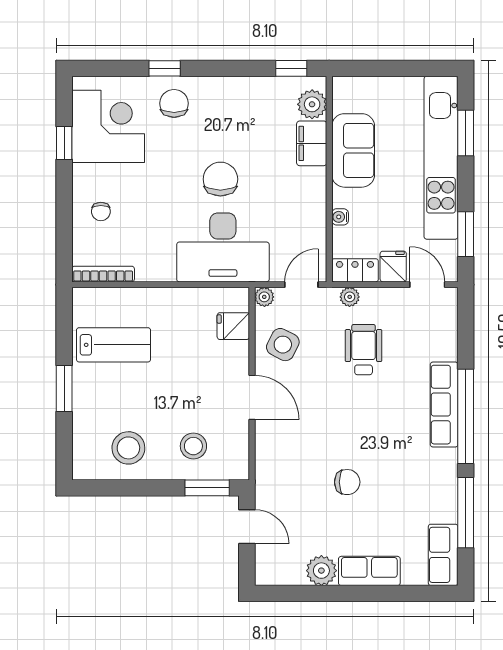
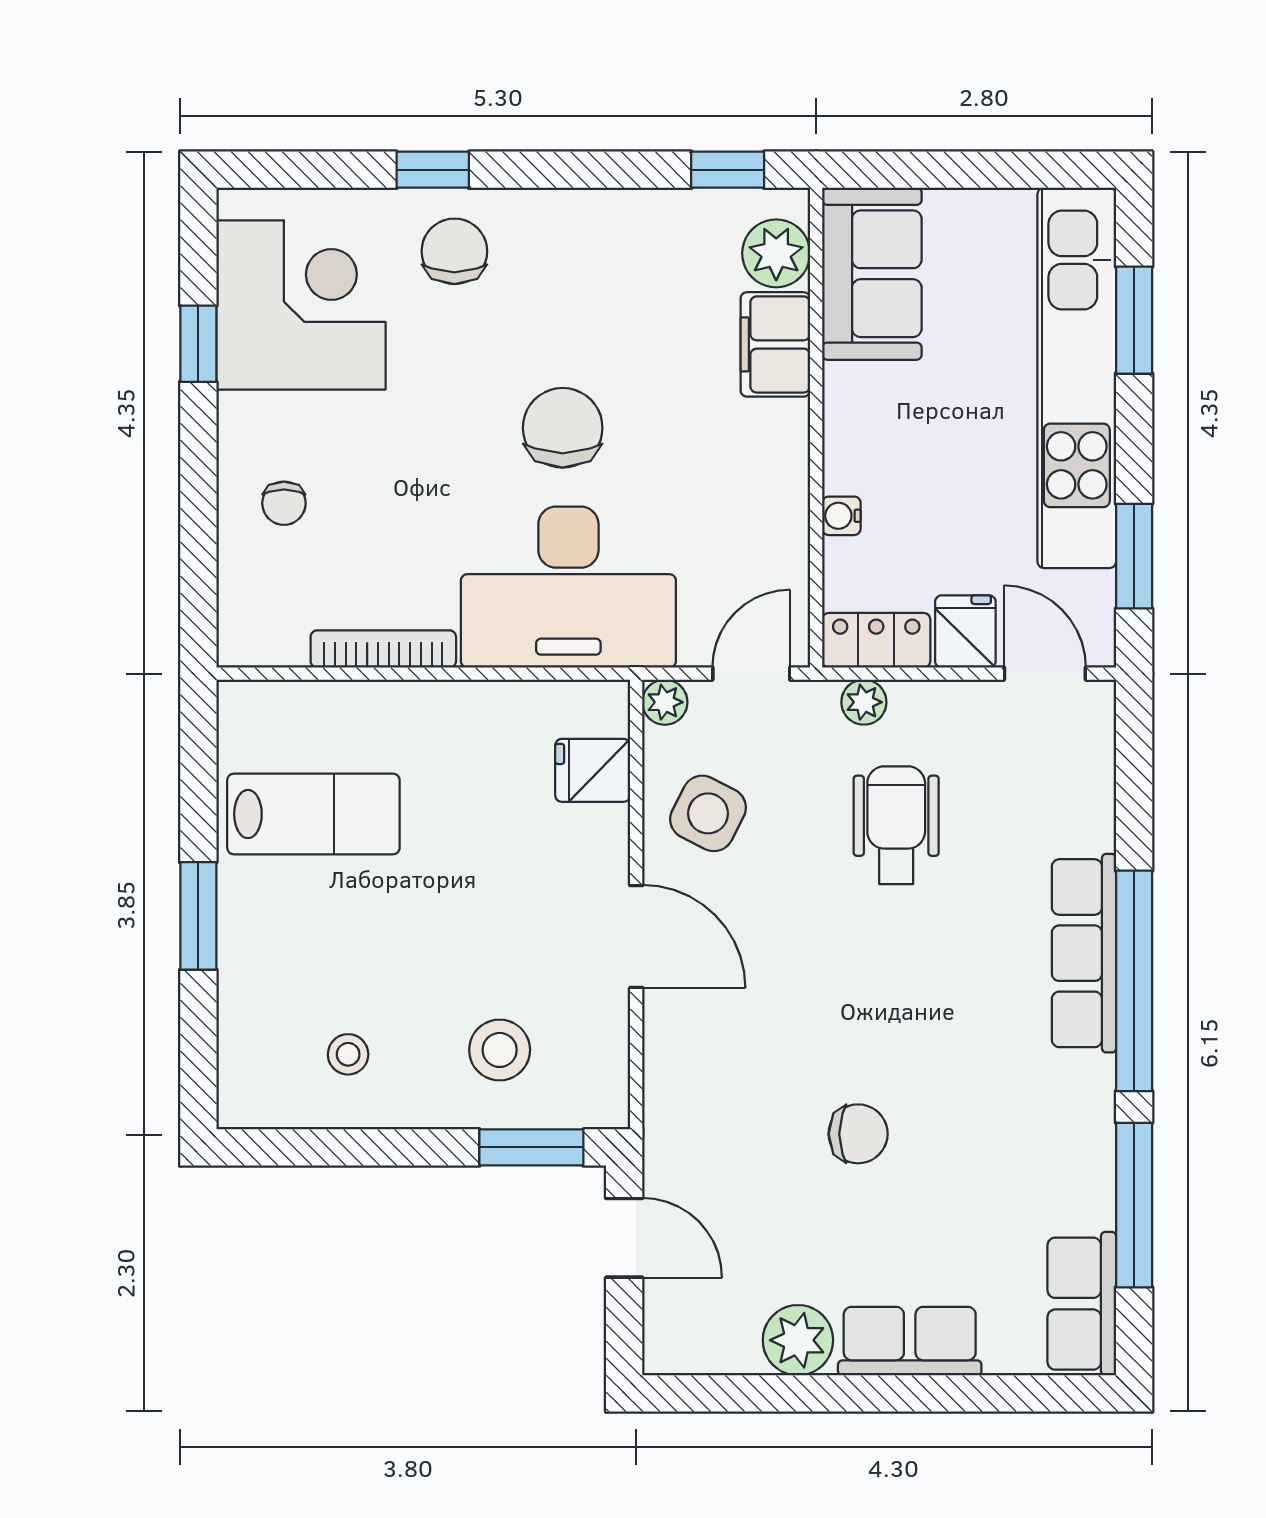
sofa: (353, 150) -> (872, 274), moved
bookcase: (103, 274) -> (383, 649), moved
stool: (128, 448) -> (348, 1054), width x0.53, depth x0.53

